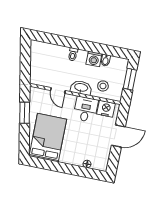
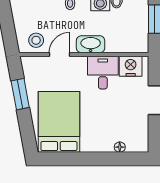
stool: (103, 86) -> (36, 40), moved
door: (58, 90) -> (60, 55), swing flipped

